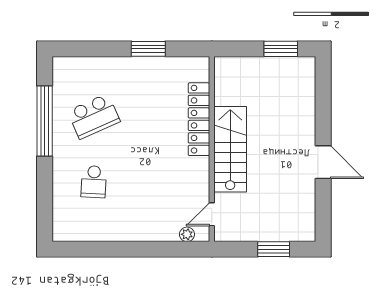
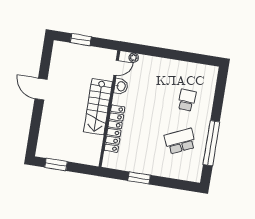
washbasin: (200, 187) -> (121, 86), added

